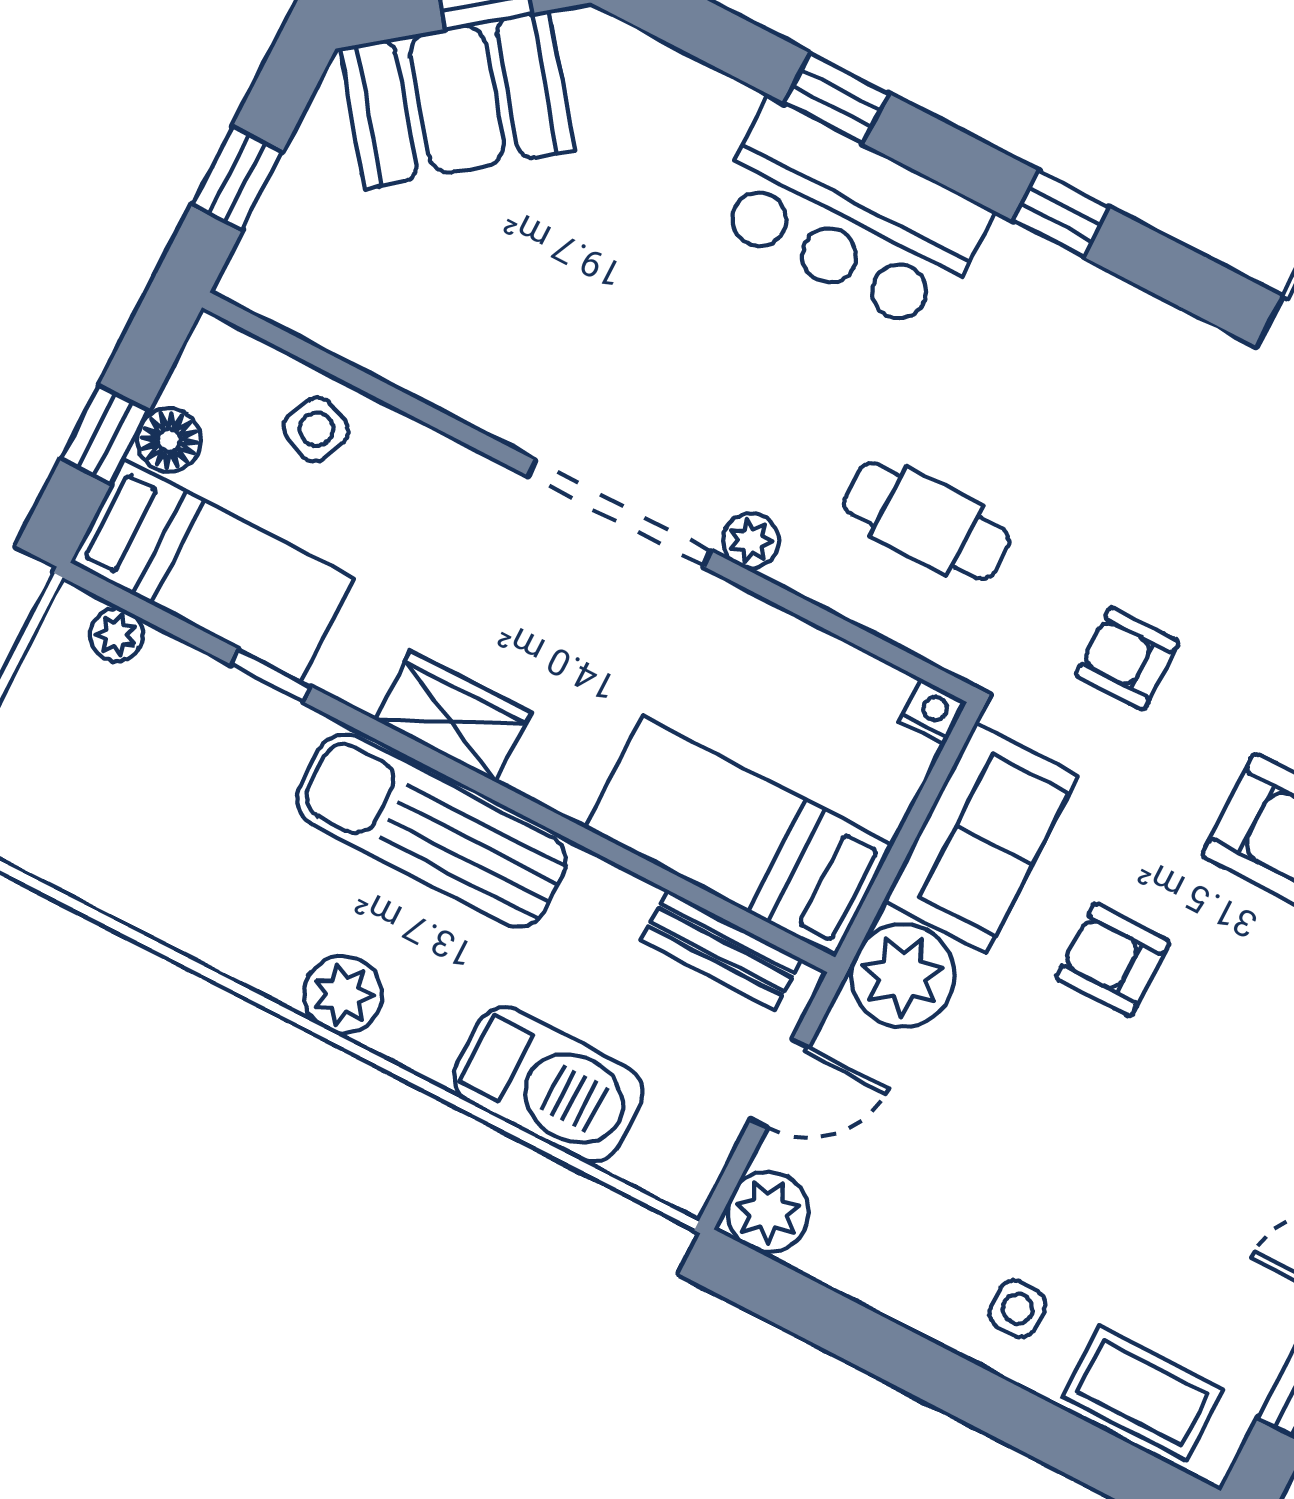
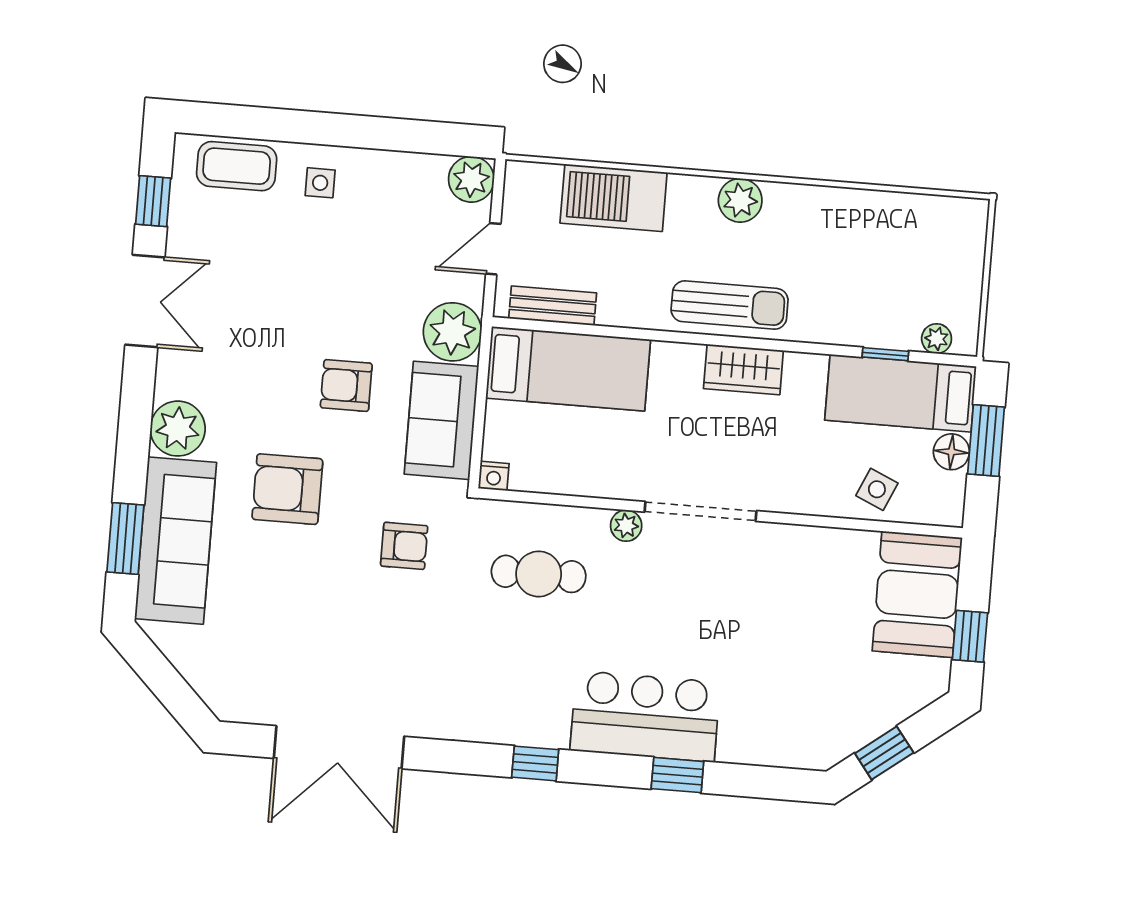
booth: (457, 99) -> (917, 594), moved, turned -52
window: (237, 178) -> (970, 636), moved
window: (105, 435) -> (986, 441), width x1.50
window: (271, 676) -> (885, 354), moved
sun lounger: (432, 831) -> (730, 305), width x0.73, depth x0.75
armchair: (1113, 960) -> (346, 386), turned 180

